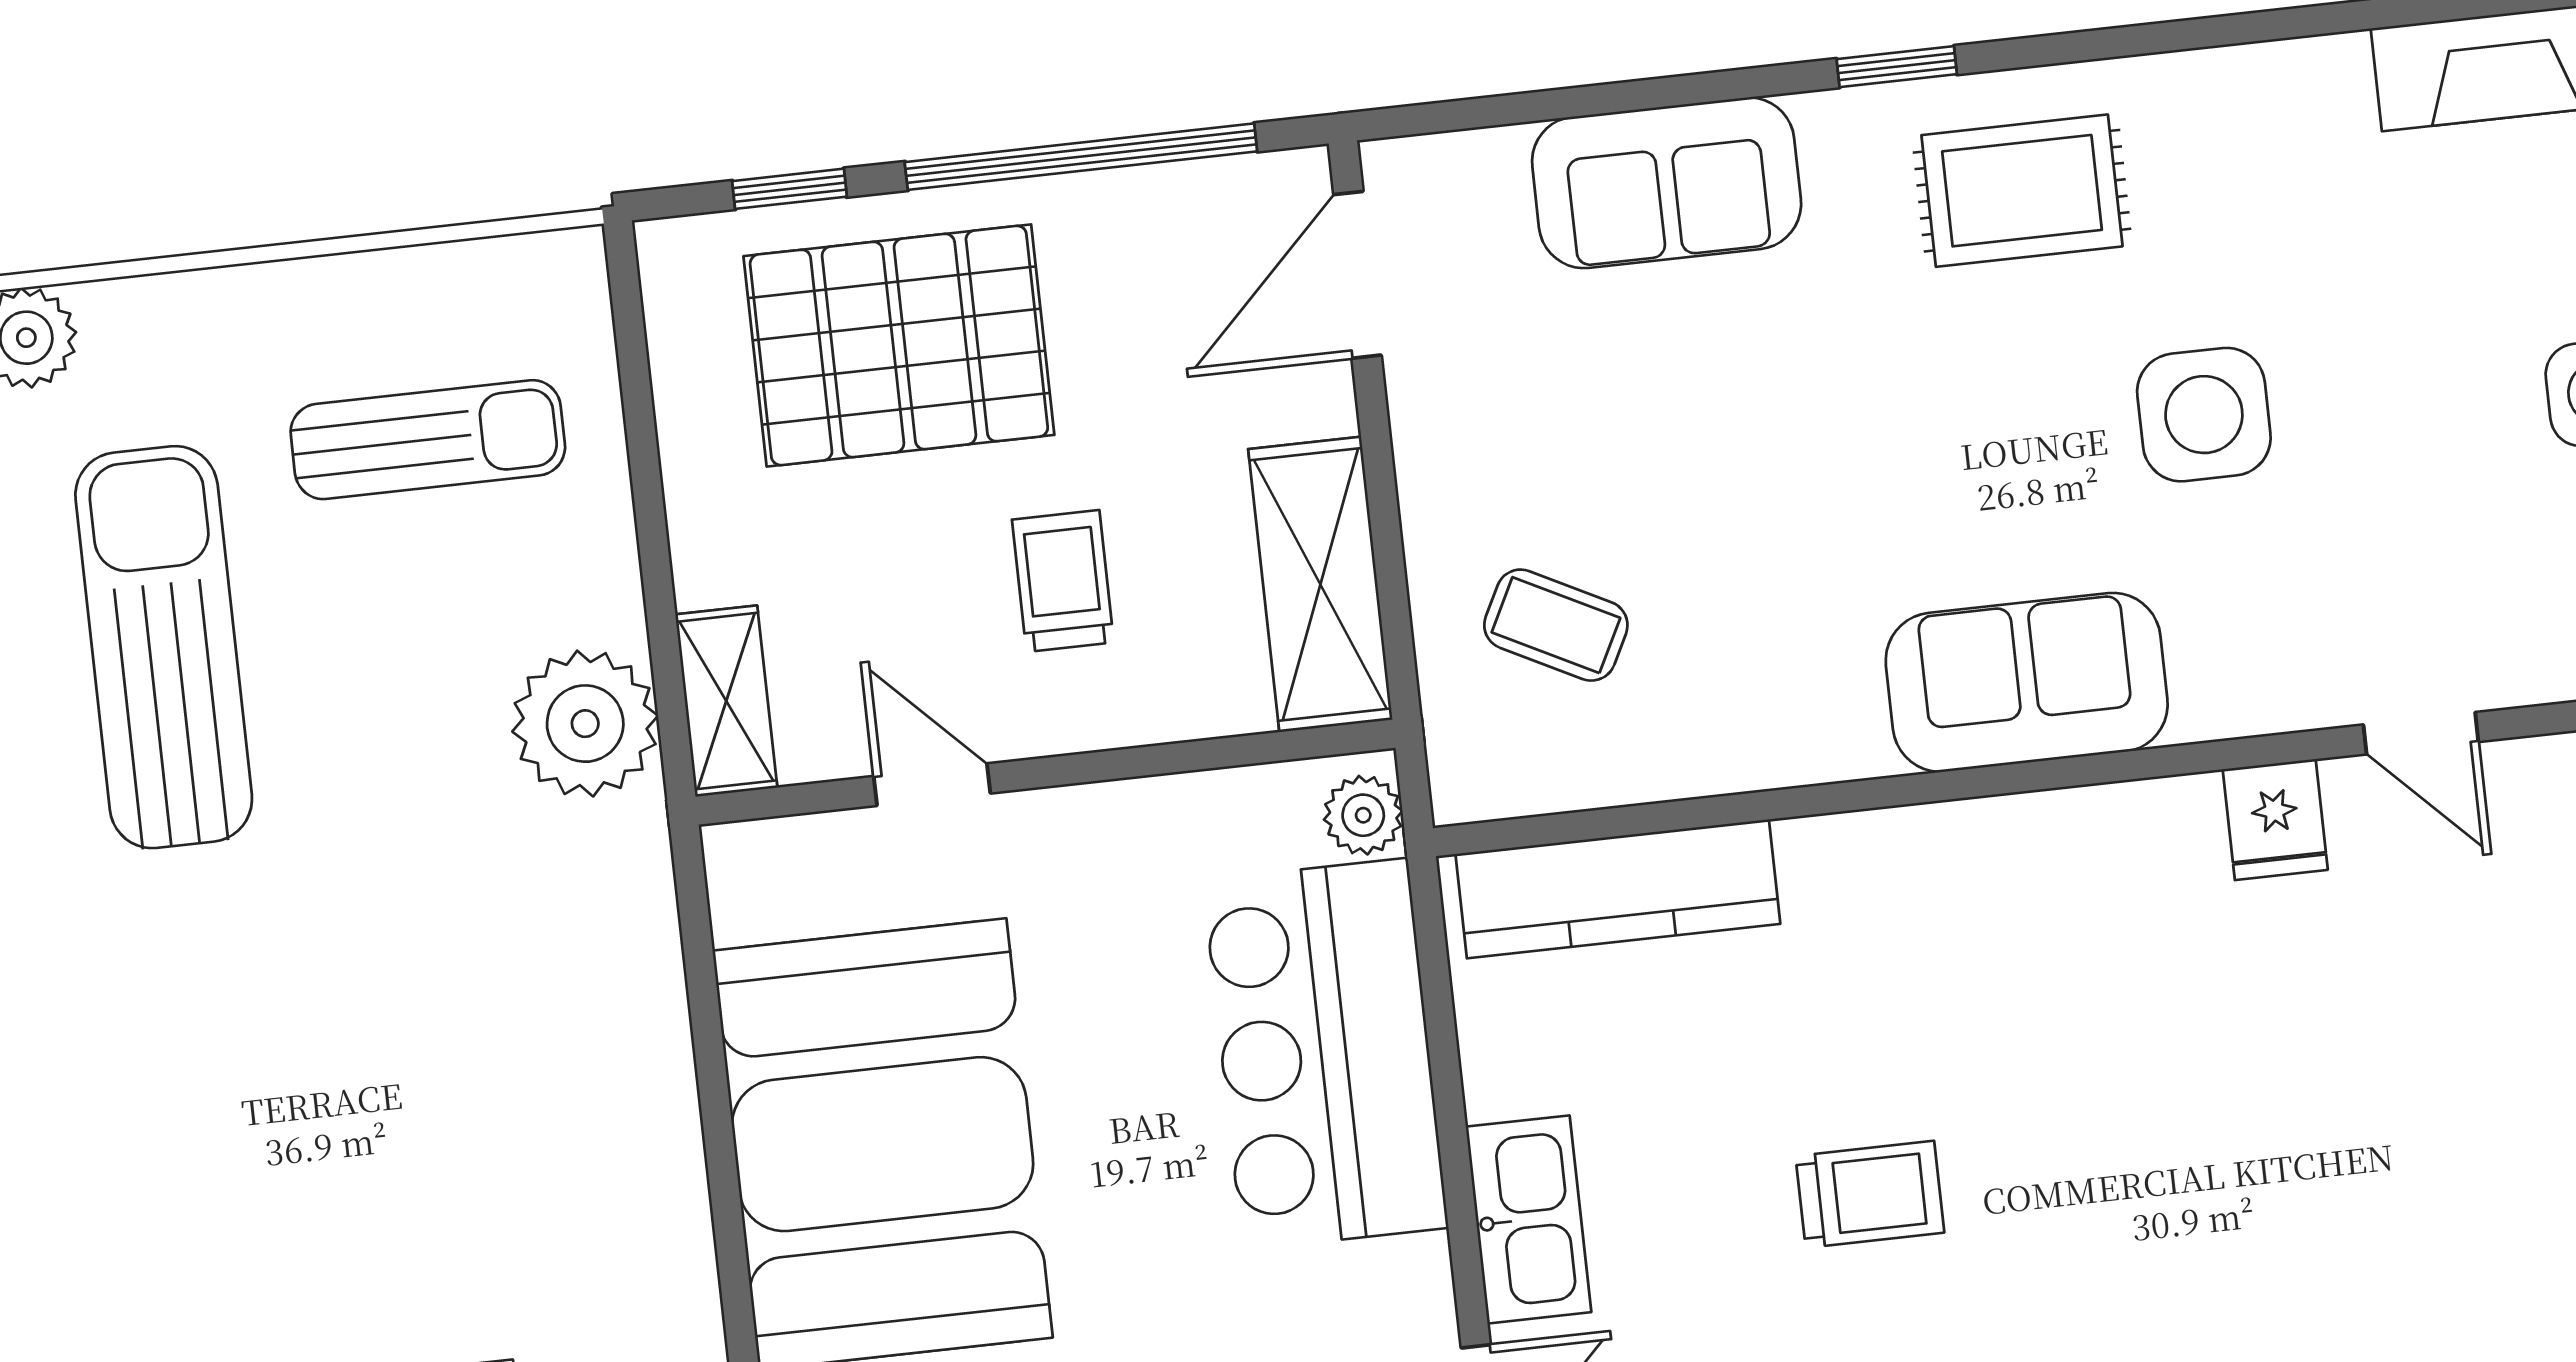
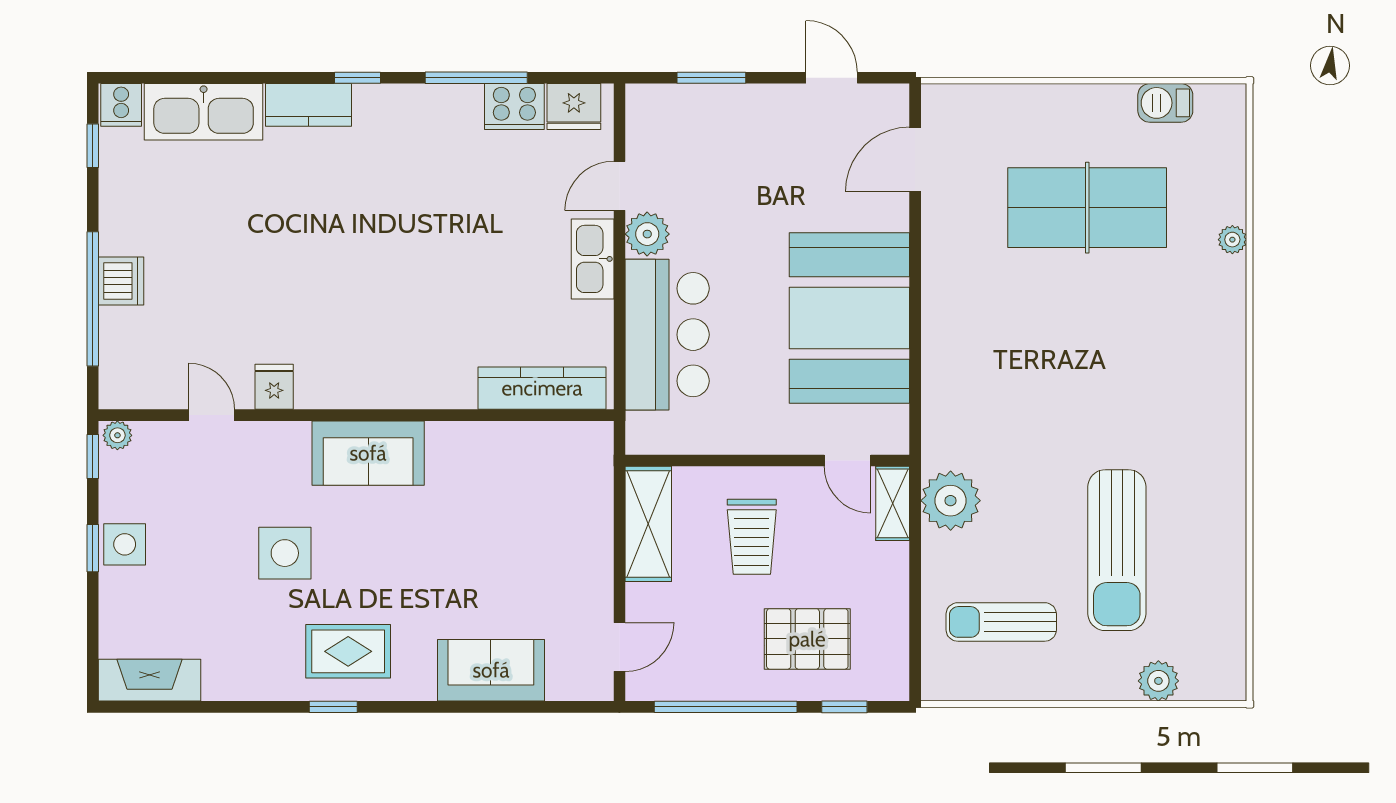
window: (1897, 67) -> (333, 707), moved
door: (1358, 275) -> (619, 647), width x0.73
pallet: (899, 345) -> (807, 639), width x0.73, depth x0.71
trolley: (1063, 581) -> (752, 537), width x1.36, depth x1.39
coffee table: (1556, 625) -> (555, 497), removed
door: (932, 785) -> (847, 461), moved
plant: (1363, 815) -> (647, 234), moved, width x1.38, depth x1.38
trolley: (1870, 1194) -> (454, 254), removed

